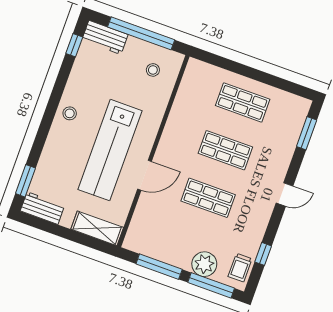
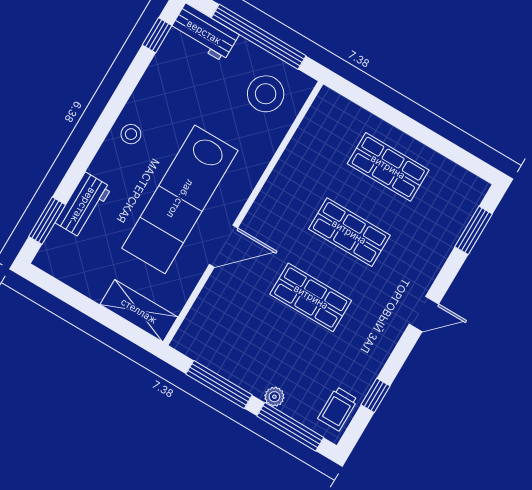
stool: (153, 70) -> (266, 94), width x1.89, depth x1.89
workbench: (43, 208) -> (83, 205), moved, turned 90
plant: (204, 264) -> (274, 397), width x0.53, depth x0.53

